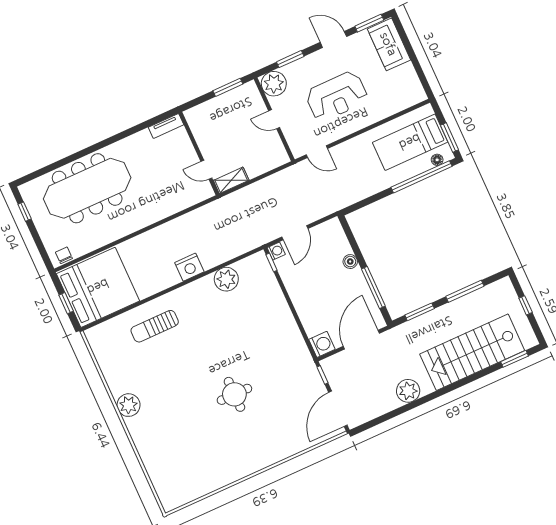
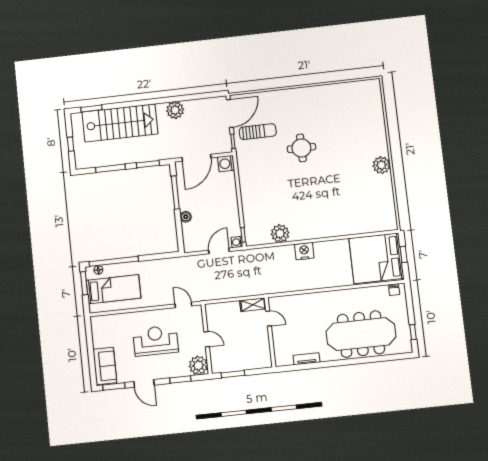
tv unit: (166, 126) -> (306, 359), moved
sun lounger: (155, 326) -> (258, 132), moved

